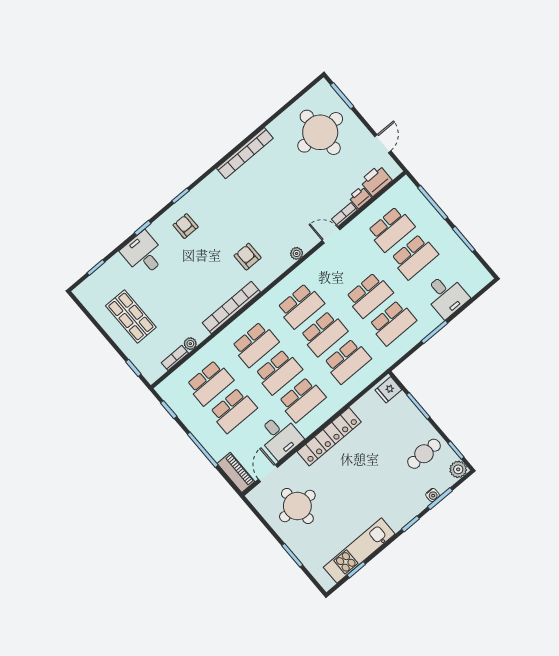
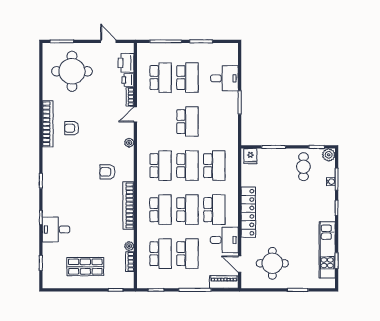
armchair: (186, 226) -> (72, 128), moved
school desk: (393, 323) -> (214, 122), removed

